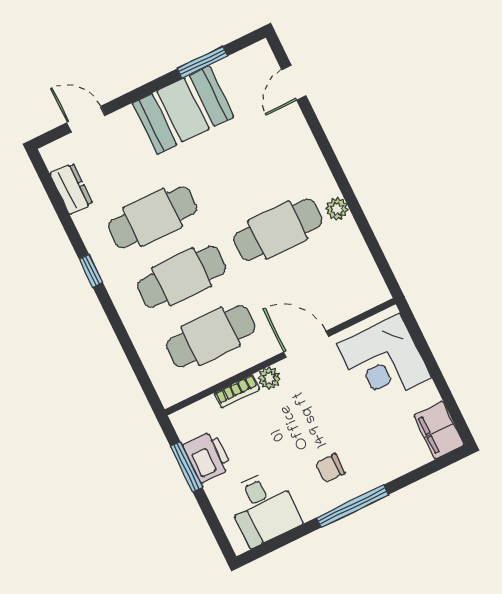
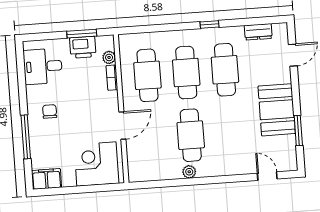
plant: (269, 378) -> (109, 57), moved
window: (352, 506) -> (26, 137), moved

